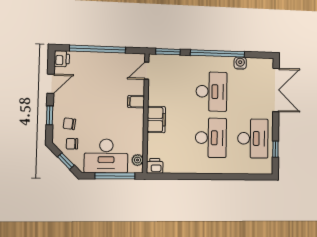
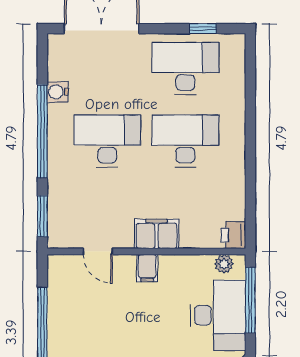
door: (147, 71) -> (98, 251), moved
filing cabinet: (136, 102) -> (147, 268), moved

